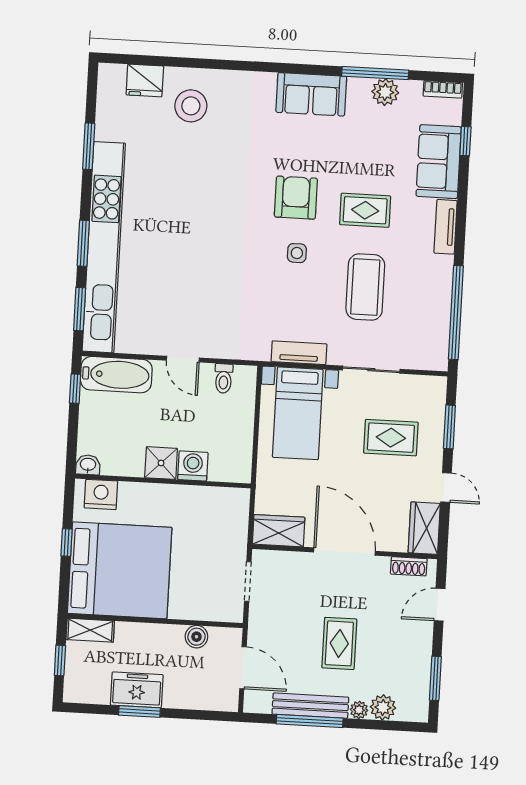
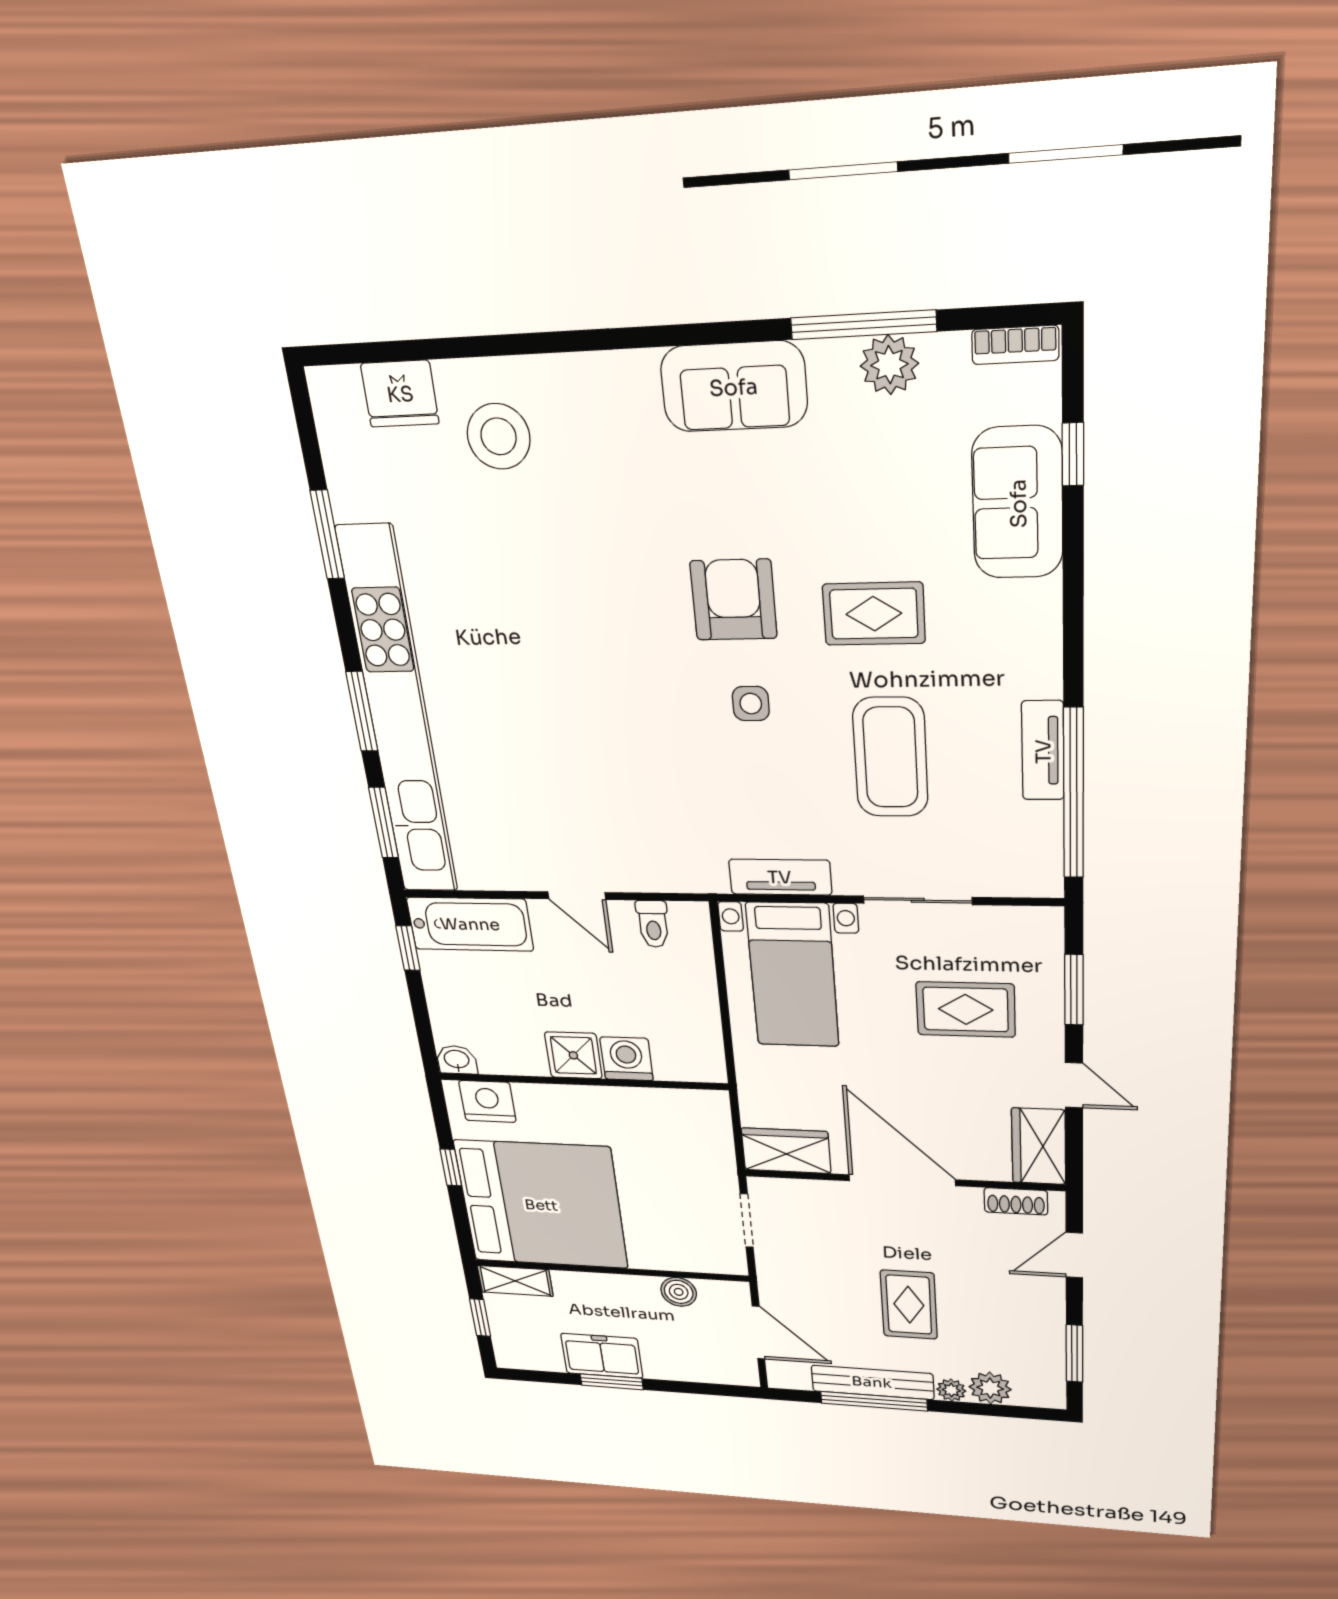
tv unit: (446, 227) -> (1043, 751), moved

